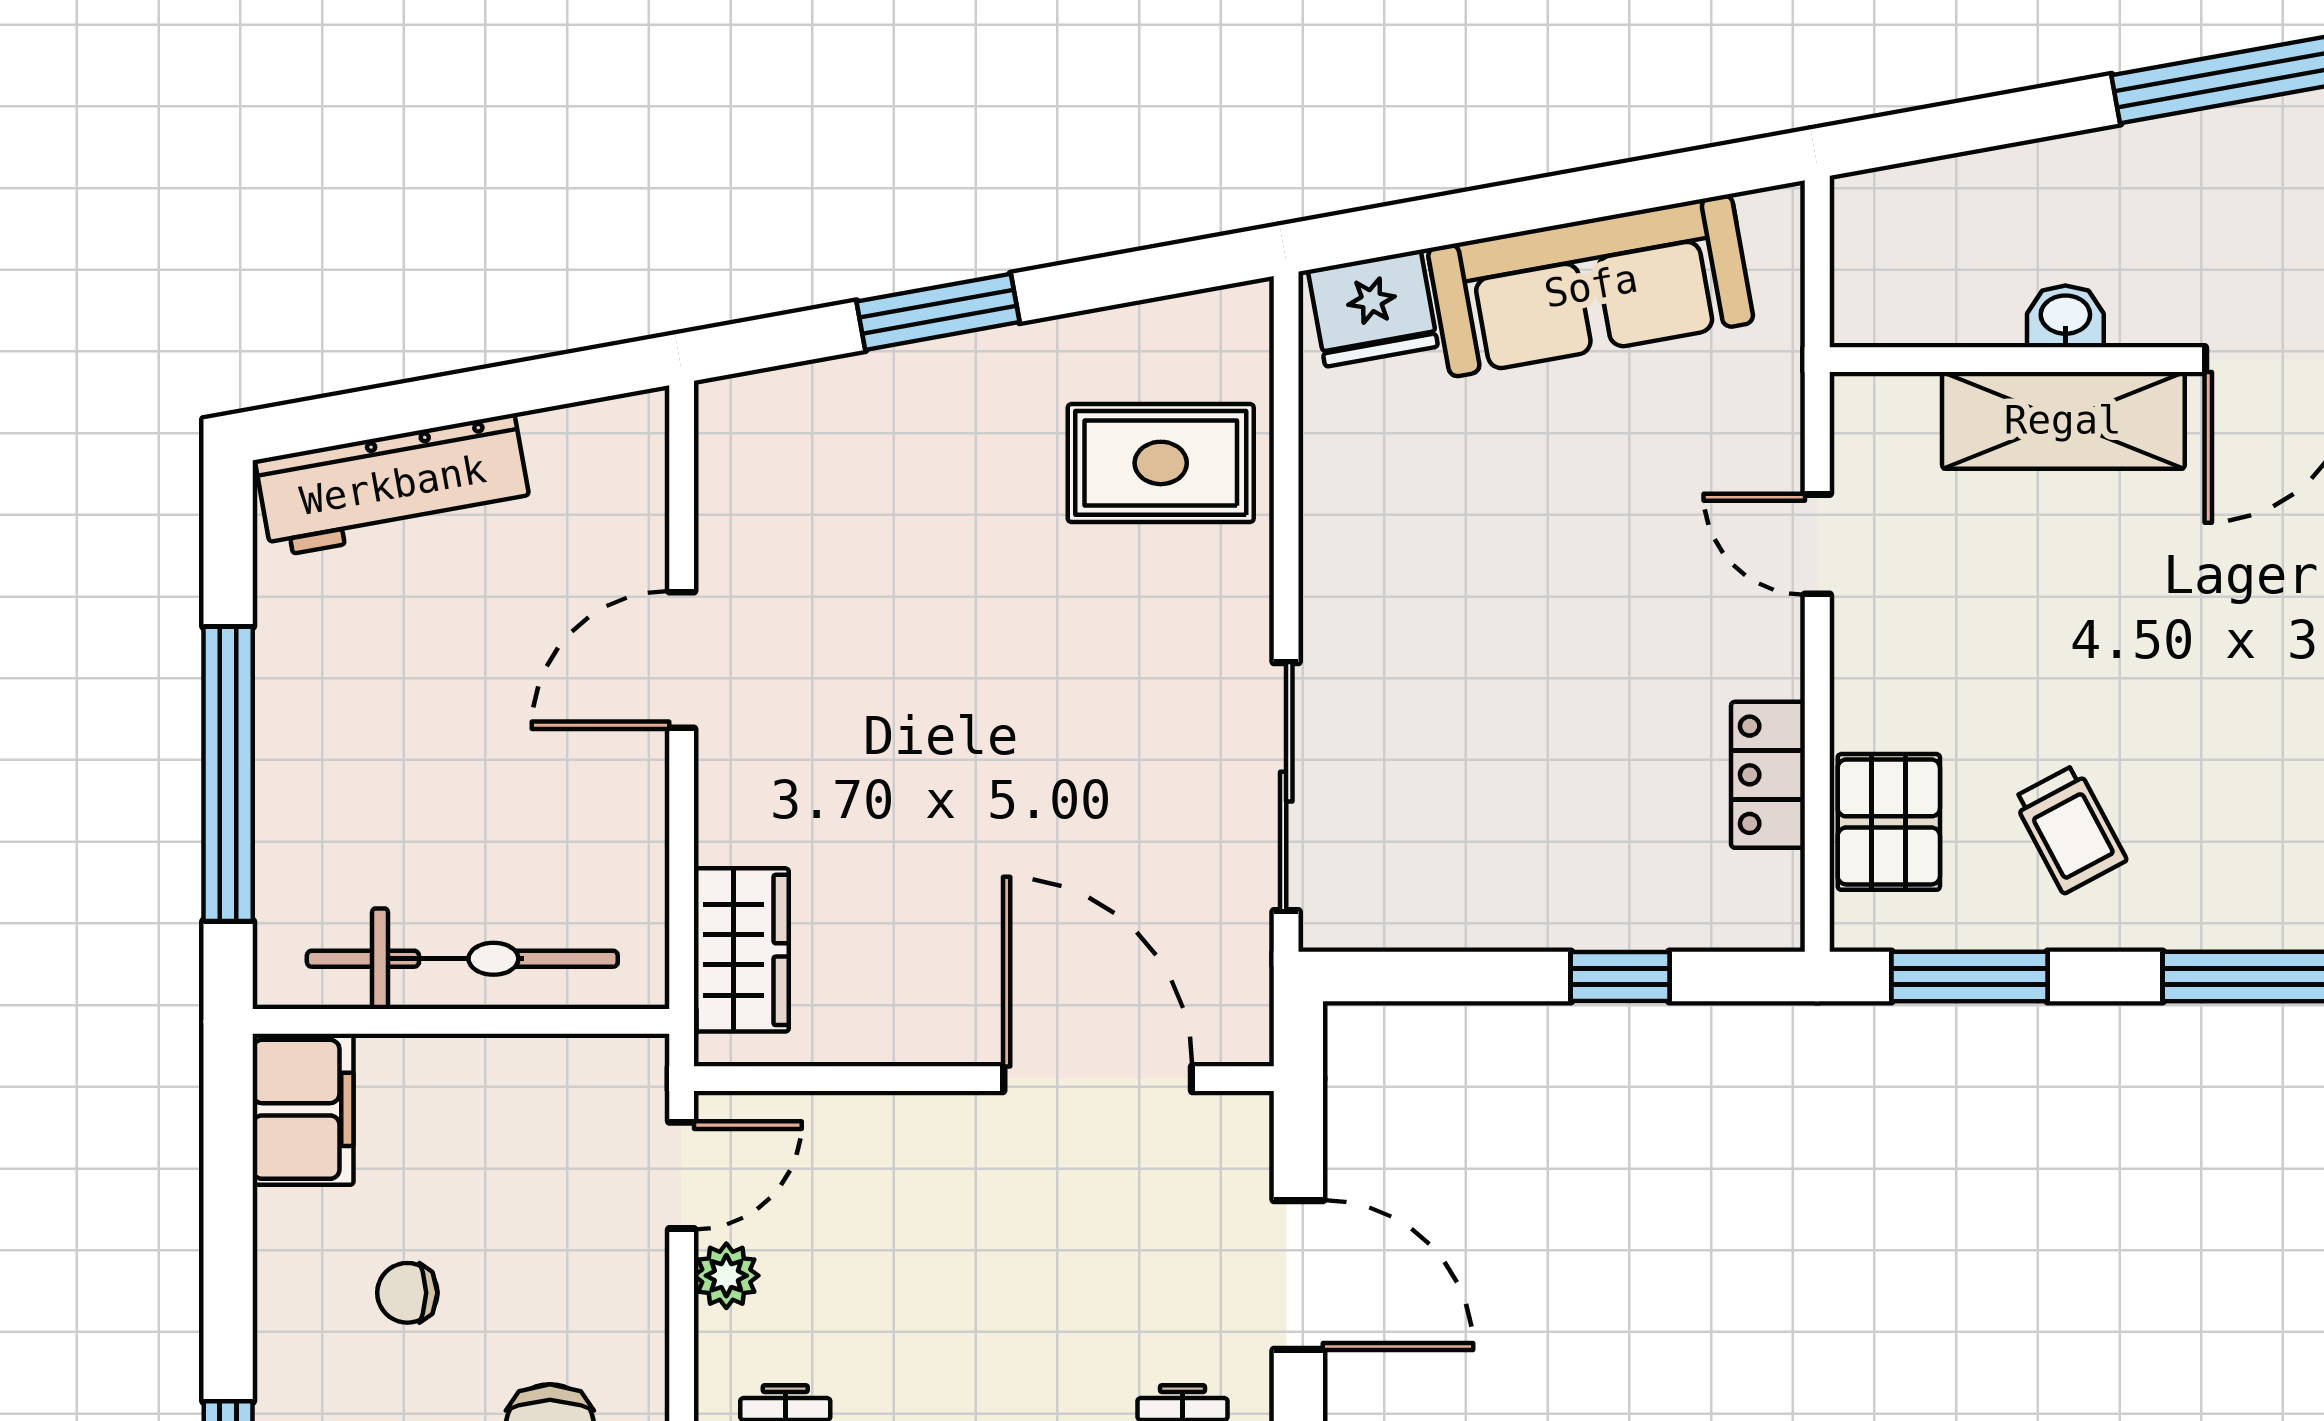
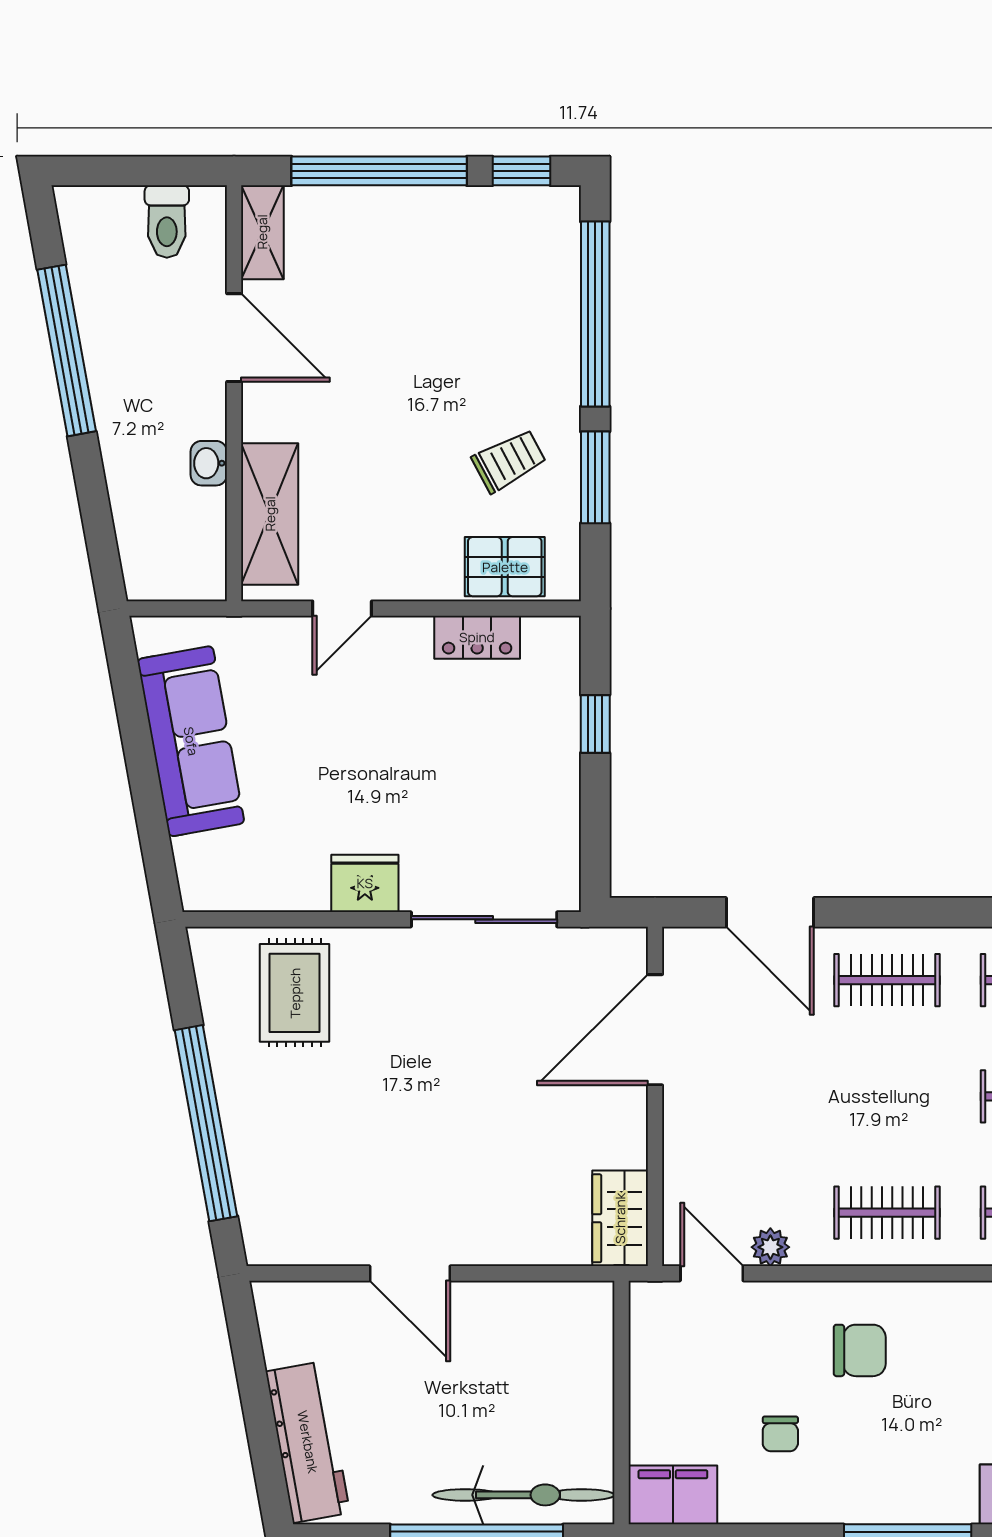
fridge: (1373, 308) -> (365, 883), moved, turned -80
window: (938, 312) -> (206, 1123), width x2.11
shelving: (2063, 420) -> (270, 514), moved
wardrobe: (741, 950) -> (620, 1218), moved, turned -90
bicycle: (462, 959) -> (523, 1495), moved, turned 90
window: (1970, 976) -> (595, 477), moved
door: (1298, 1275) -> (770, 912), swing flipped

